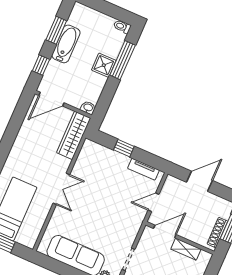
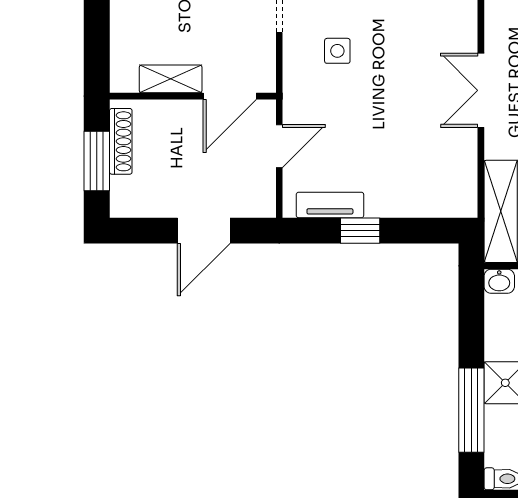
window: (124, 148) -> (360, 231), moved
side table: (113, 231) -> (337, 51), added

